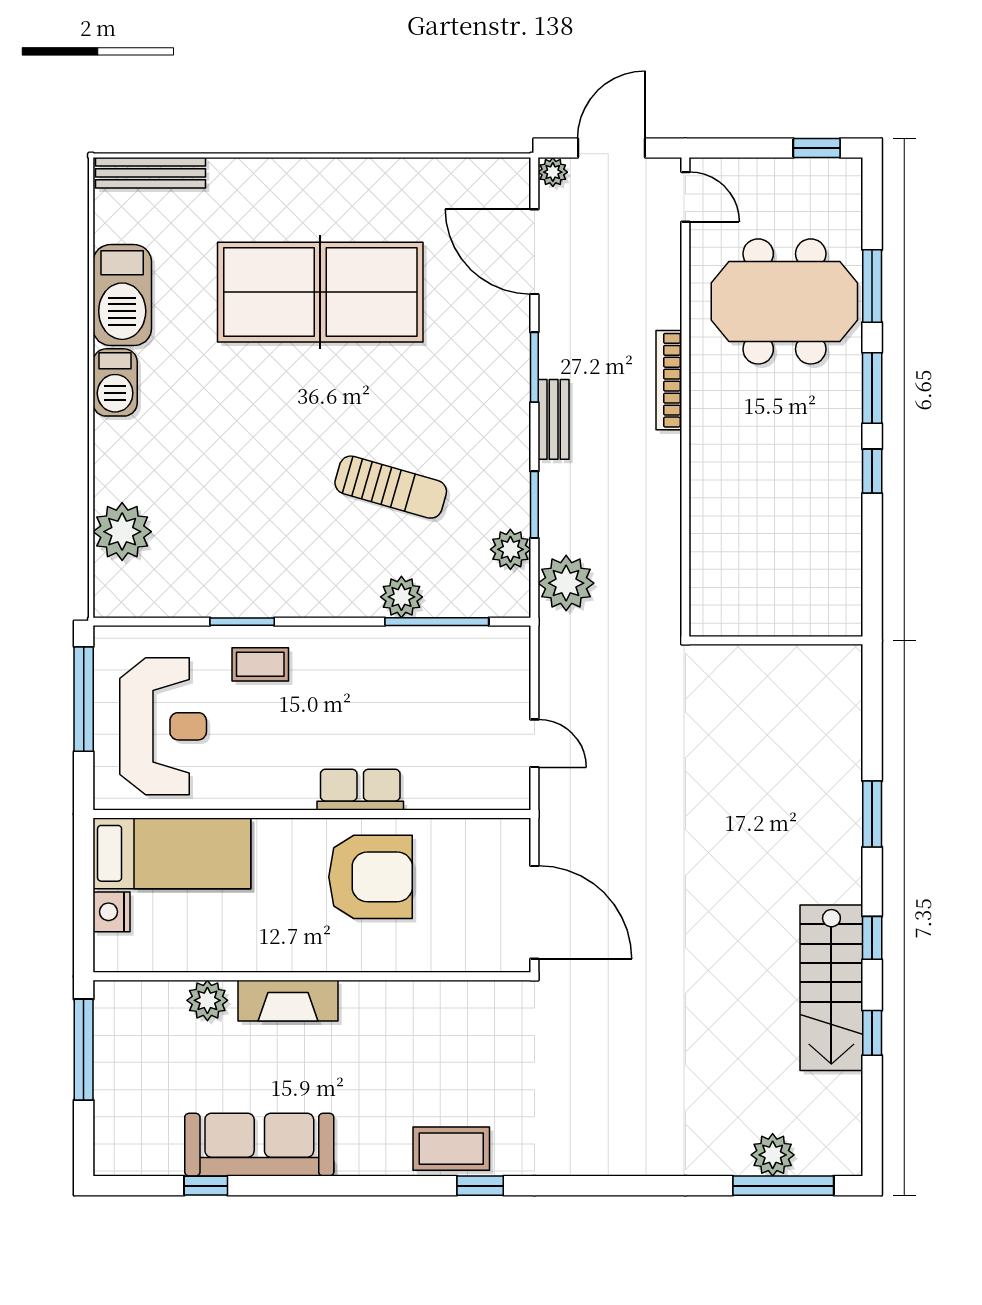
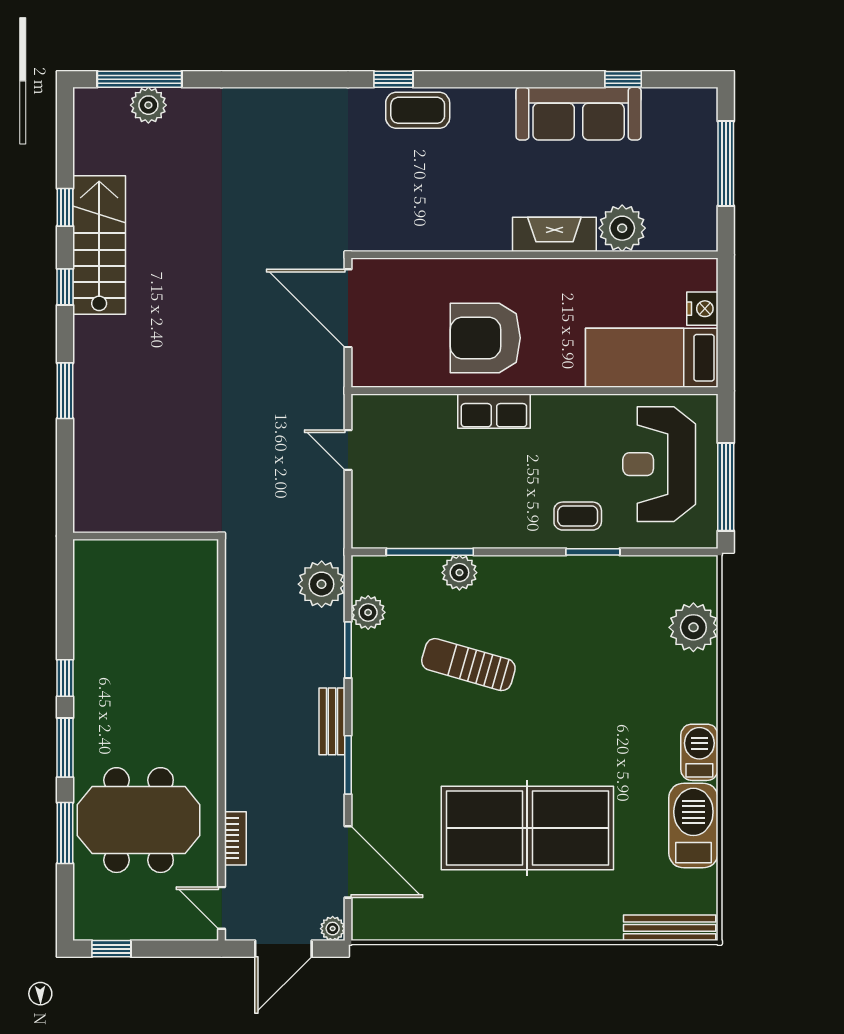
bookcase: (669, 380) -> (235, 838), moved, width x0.64
plant: (207, 1000) -> (622, 228), width x1.36, depth x1.36
window: (84, 1050) -> (726, 164), moved

